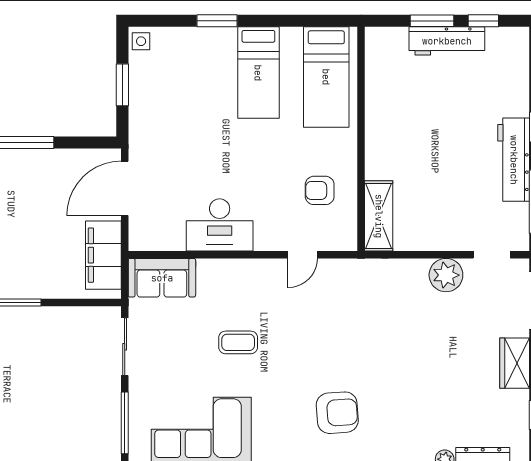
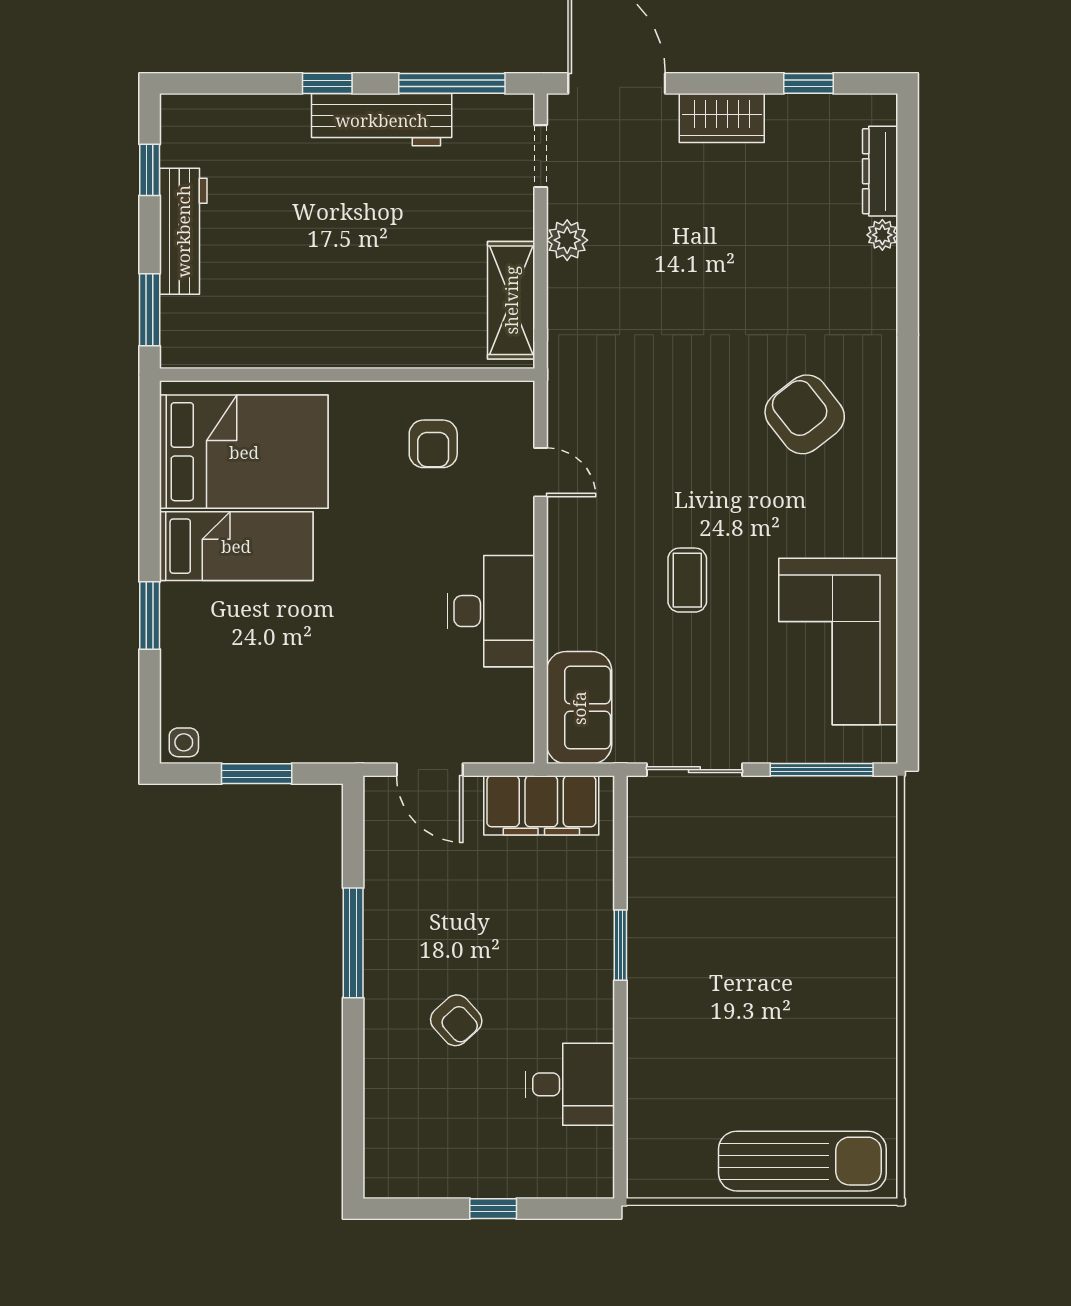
window: (432, 21) -> (150, 310), moved
bed: (326, 77) -> (244, 452), width x1.50
door: (125, 188) -> (430, 770), width x0.73
shelving: (379, 216) -> (511, 300), moved, turned 90
plant: (446, 275) -> (567, 240), width x0.73, depth x0.73
armchair: (337, 413) -> (805, 414), turned -34

